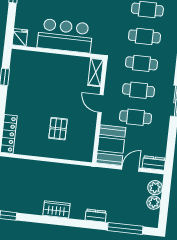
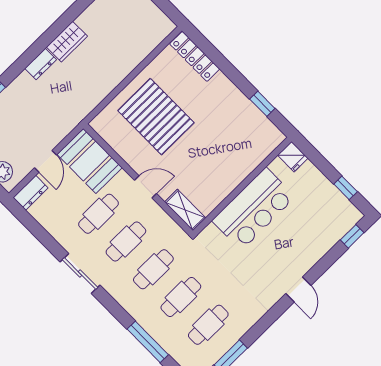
pallet: (58, 129) -> (156, 117), width x2.05, depth x2.00
dresser: (96, 216) -> (41, 64), moved

